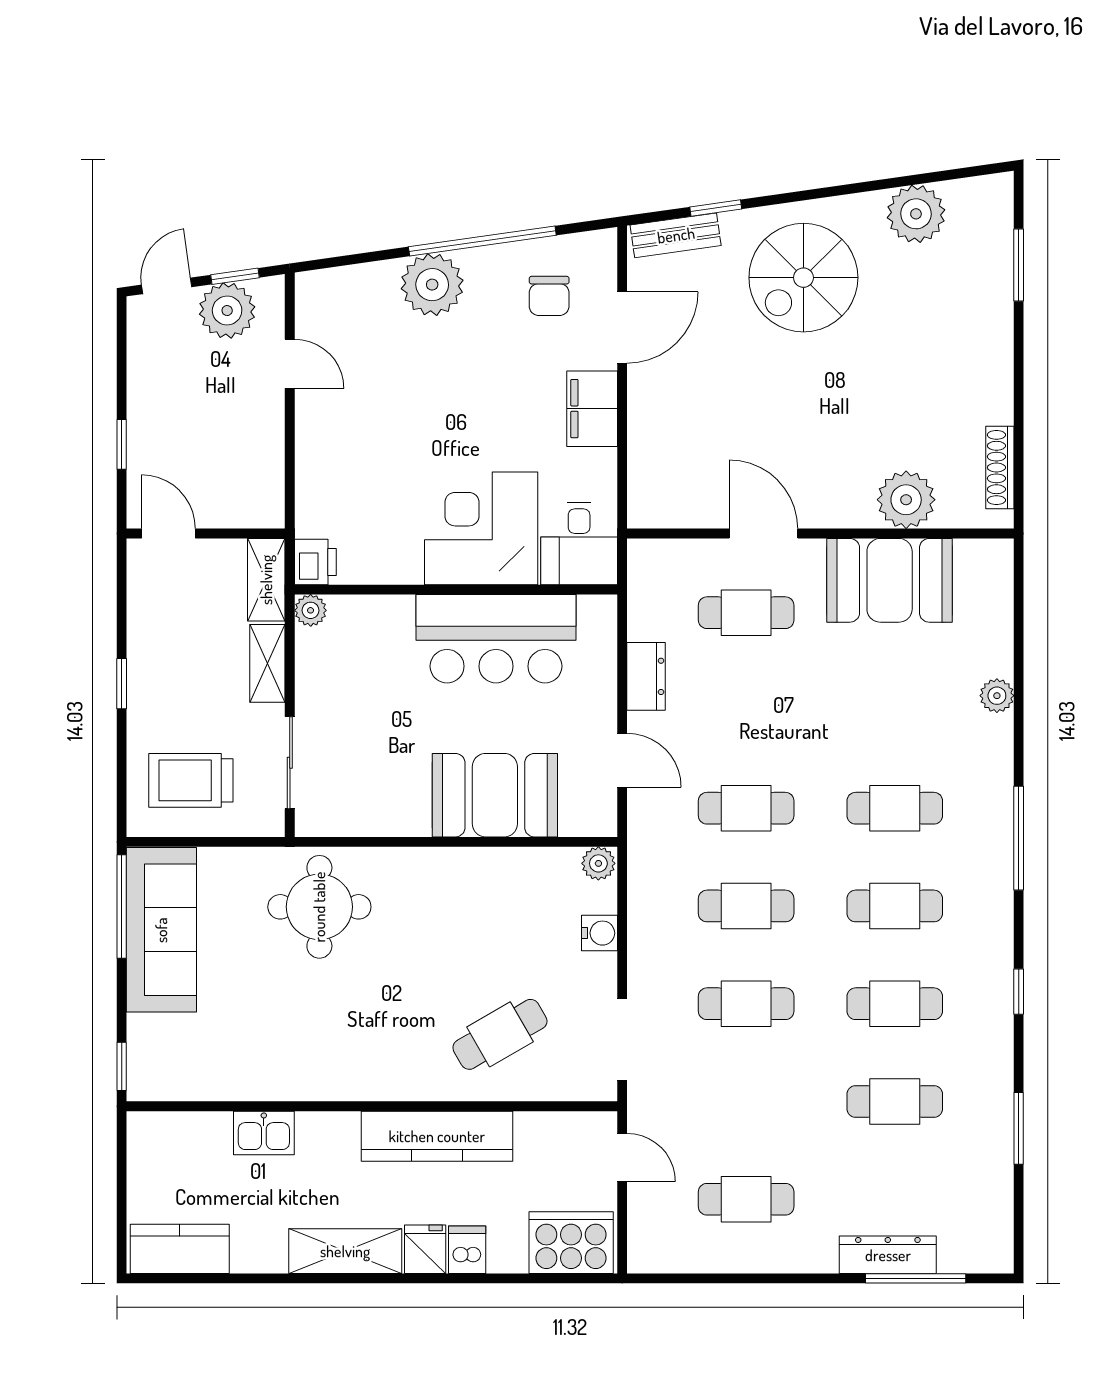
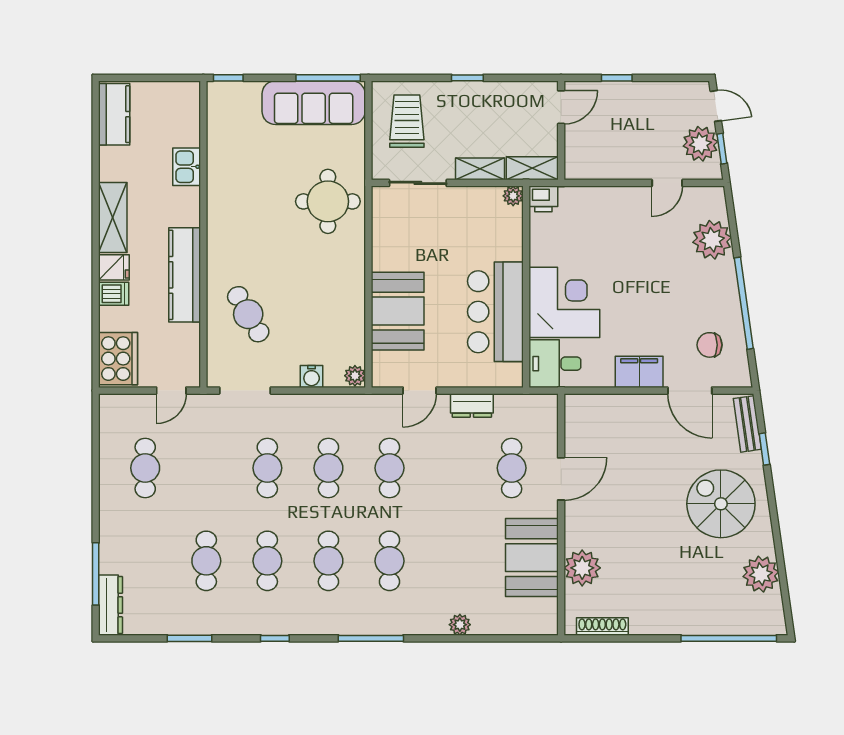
window: (1019, 265) -> (729, 638), width x2.11
plant: (432, 285) -> (712, 240), moved
dresser: (888, 1255) -> (111, 605), moved

